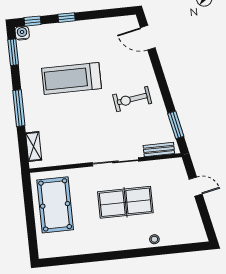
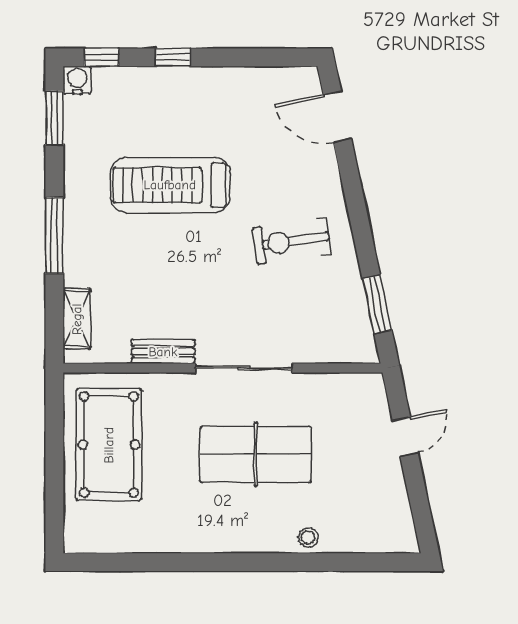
bench: (159, 149) -> (163, 352), moved
door: (196, 187) -> (405, 437), hinge flipped

